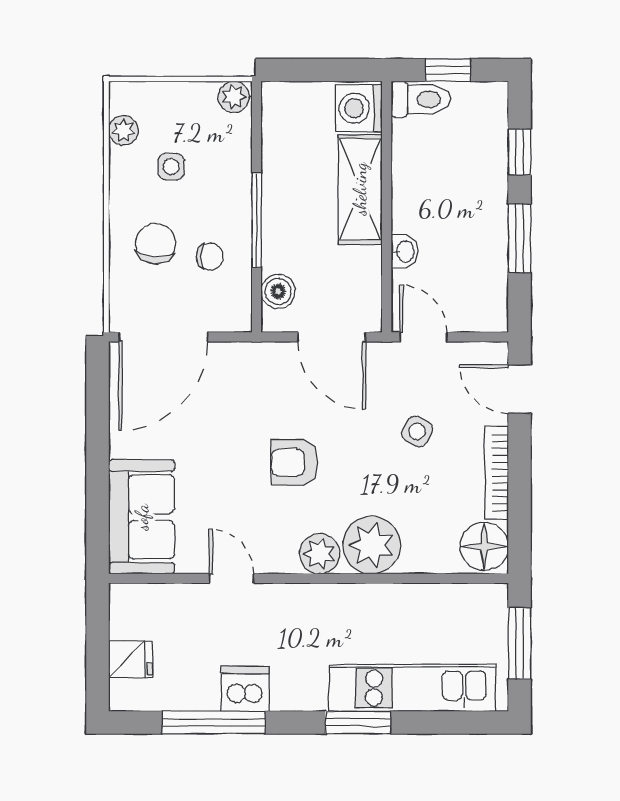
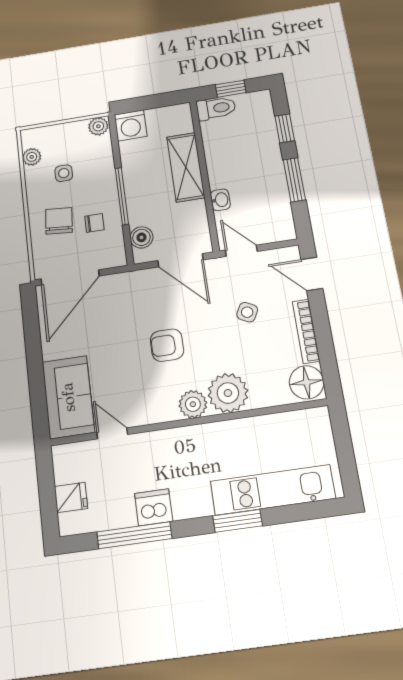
washing machine: (359, 108) -> (130, 125), moved, turned -90
door: (232, 578) -> (112, 433), moved
window: (520, 643) -> (344, 447), removed

